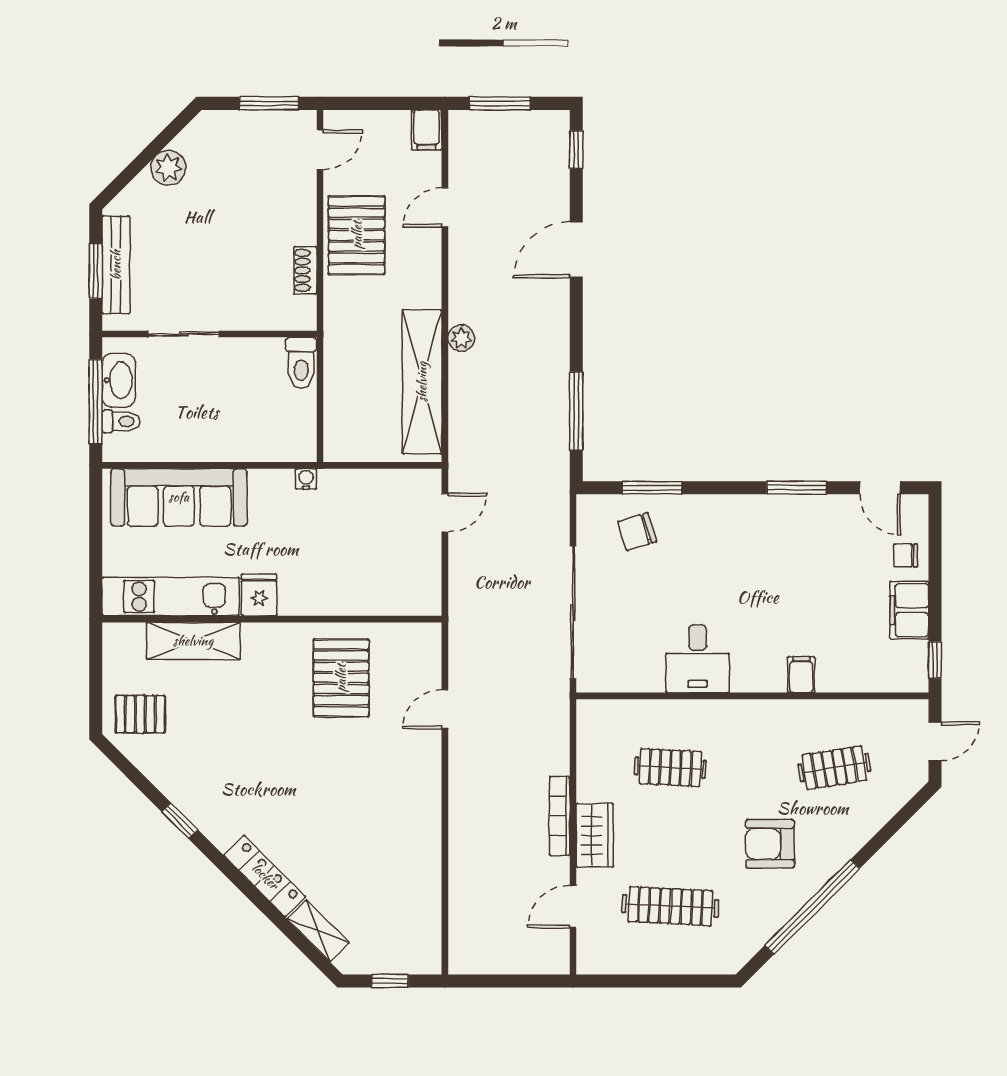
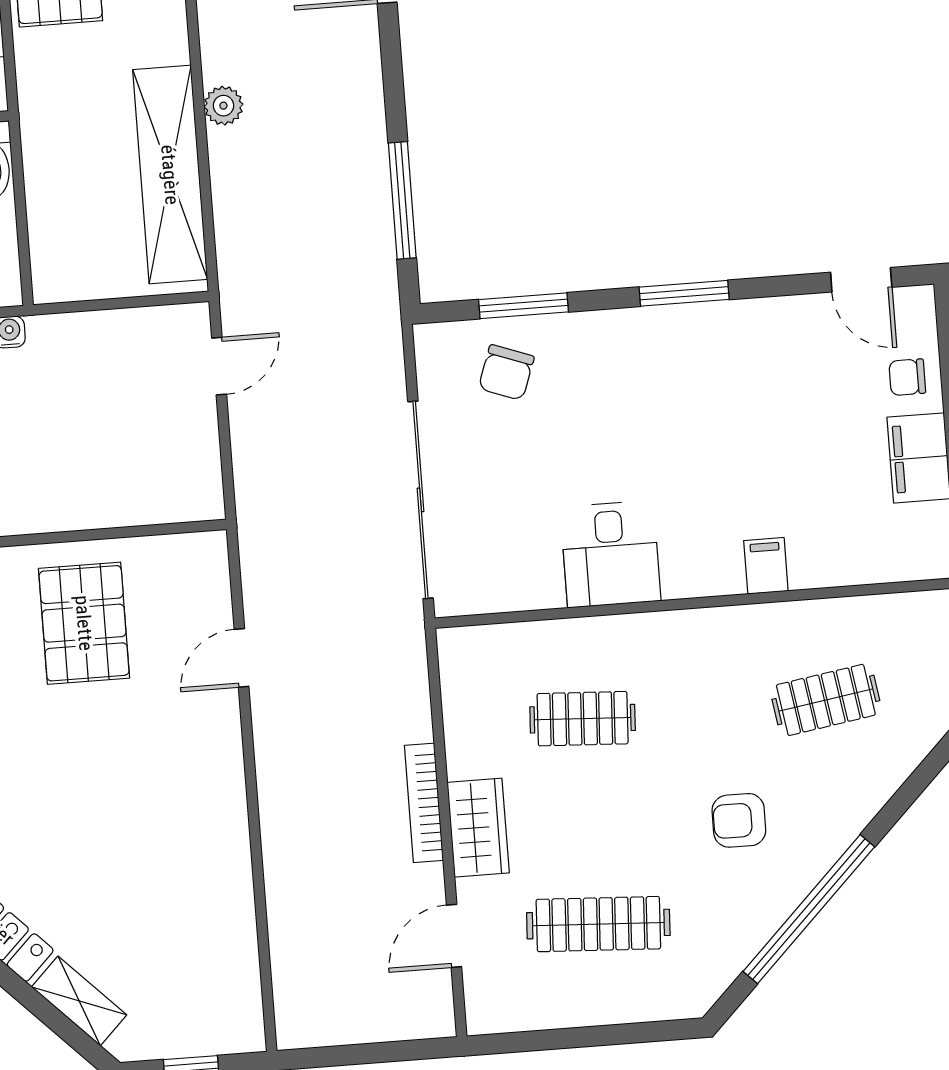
window: (797, 488) -> (684, 293), moved
chair: (637, 532) -> (506, 372), turned -53
armchair: (770, 844) -> (739, 820), width x0.72, depth x0.72

